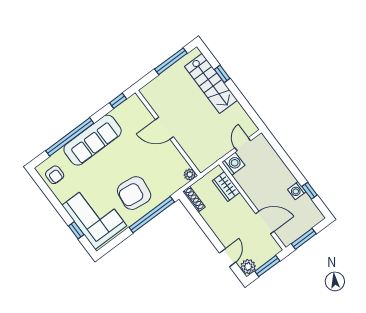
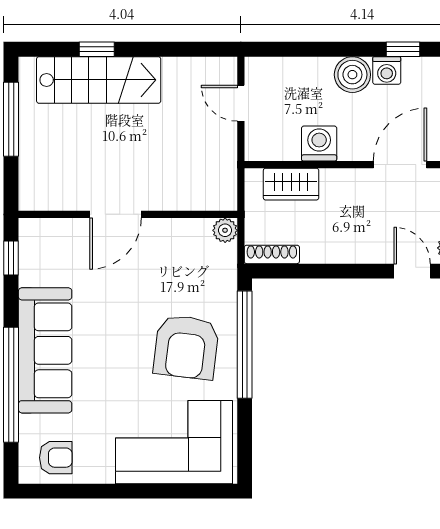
washing machine: (233, 164) -> (319, 144), moved
boiler: (285, 179) -> (352, 75), added
window: (76, 230) -> (176, 491), removed

